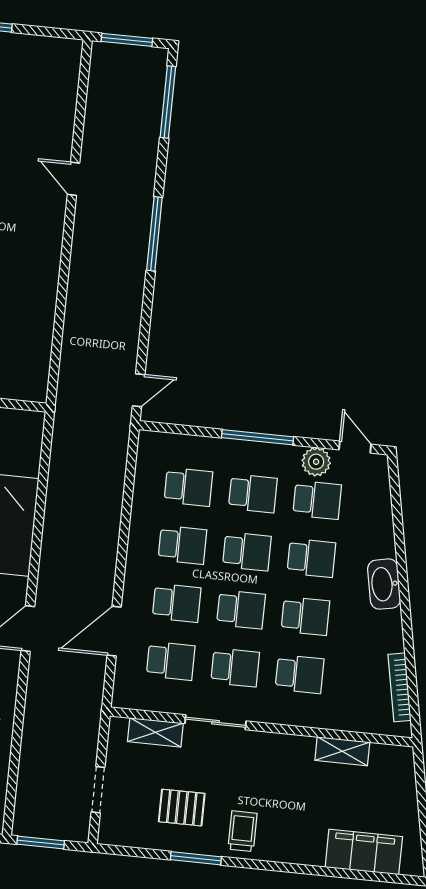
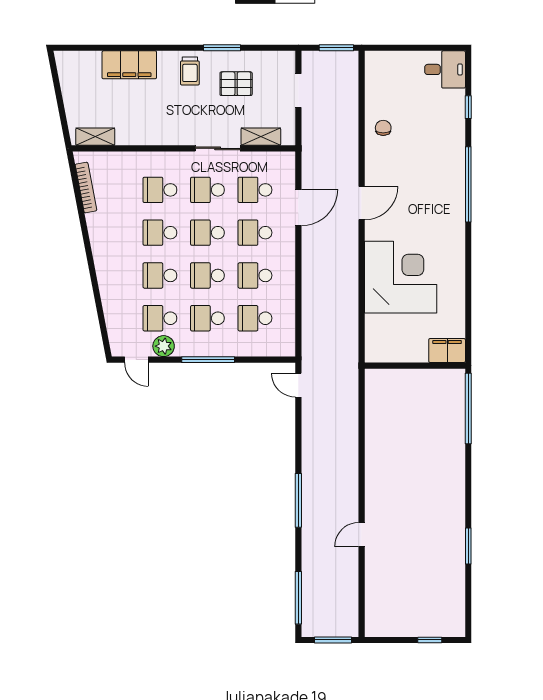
door: (74, 179) -> (362, 535), swing flipped
door: (139, 390) -> (298, 385), hinge flipped
washbasin: (384, 584) -> (105, 262), removed
shelving: (342, 751) -> (95, 137), moved
filing cabinet: (364, 852) -> (129, 65), moved

